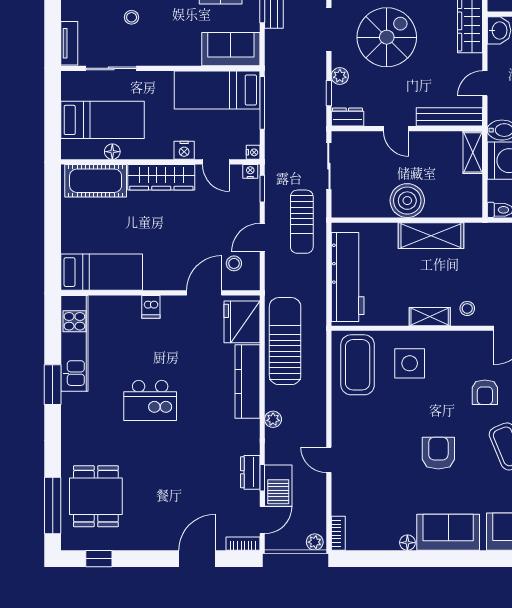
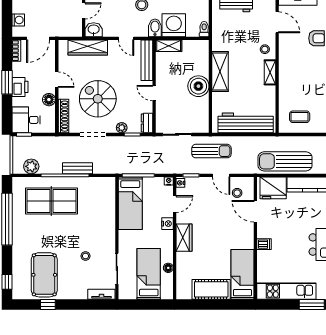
sofa: (231, 49) -> (105, 195), removed
door: (396, 129) -> (154, 93), swing flipped
wardrobe: (161, 177) -> (184, 238), width x0.67
cot: (96, 181) -> (211, 289), moved, turned 90
side table: (410, 363) -> (299, 85), removed
coffee table: (358, 365) -> (300, 117), width x0.54, depth x0.58

